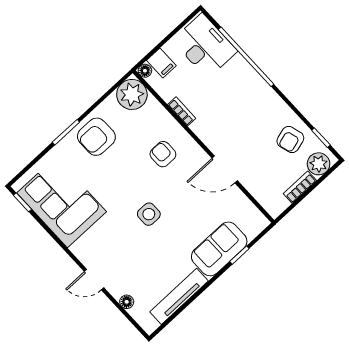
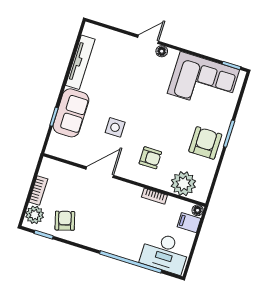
plant: (132, 94) -> (183, 184), moved
side table: (149, 214) -> (115, 127), moved
floor lamp: (127, 302) -> (162, 51), moved

